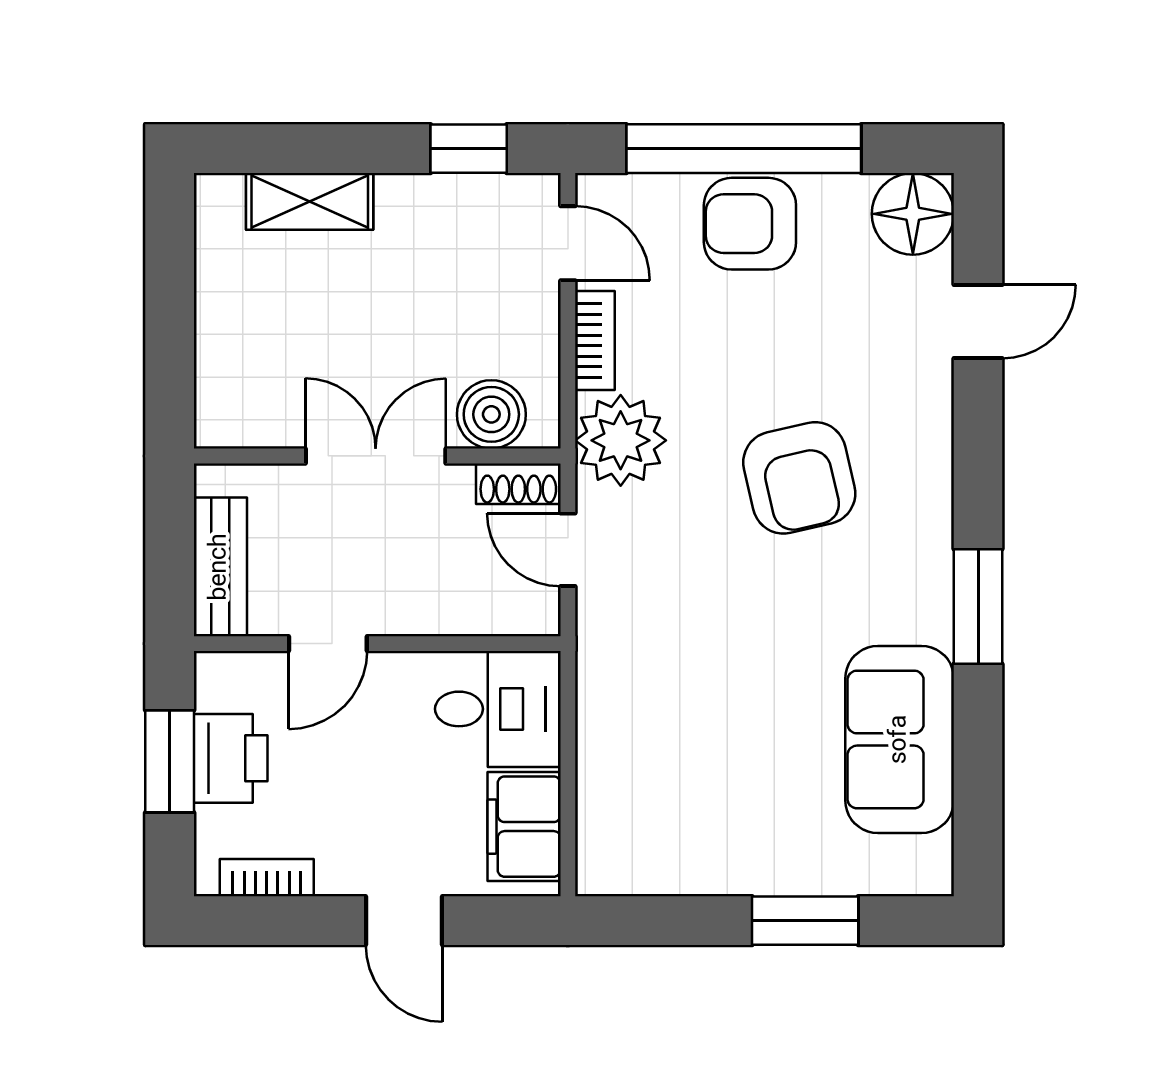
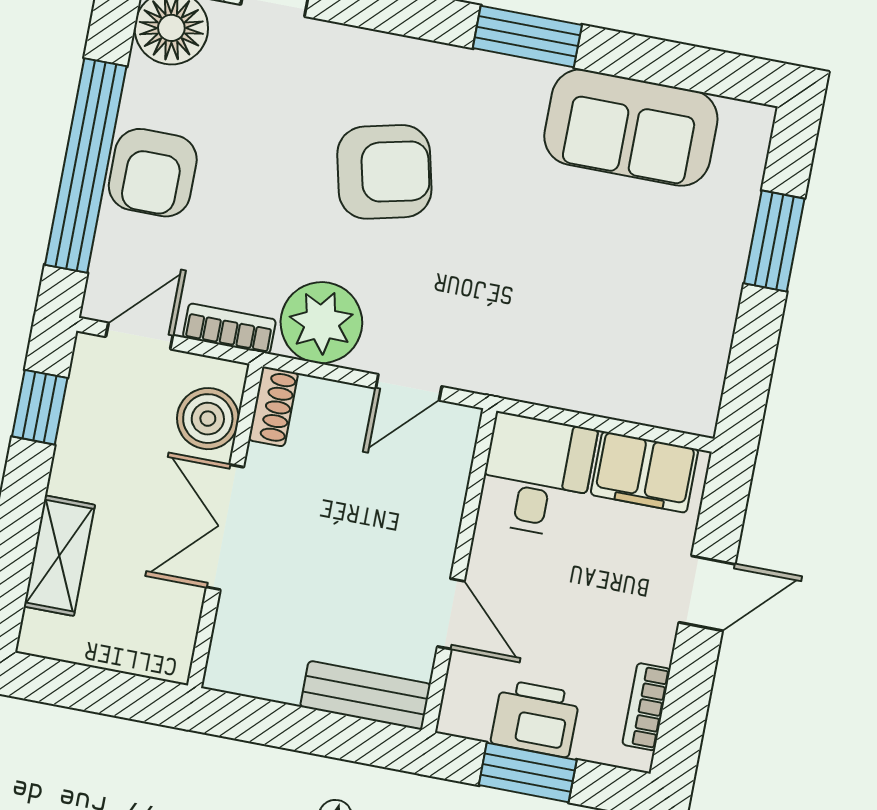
boiler: (491, 414) -> (208, 419), moved
double door: (376, 456) -> (225, 527), moved
wall: (377, 456) -> (225, 526), moved
shoe rack: (518, 484) -> (273, 407), moved

